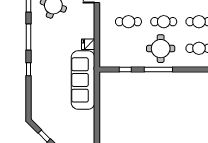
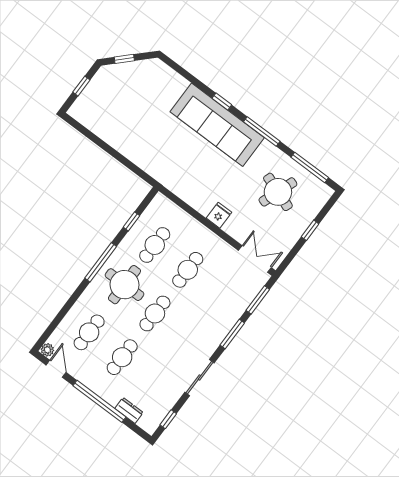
fridge: (88, 44) -> (219, 215), moved
cafe table: (128, 48) -> (155, 245), added
sofa: (83, 80) -> (217, 125), moved, turned 180

